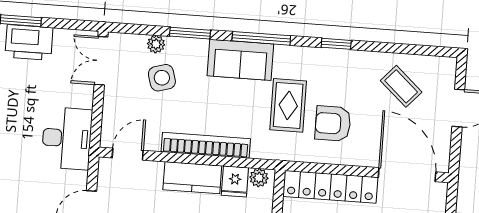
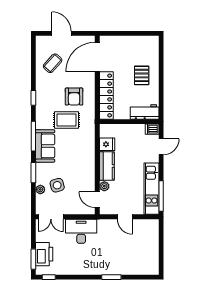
desk: (67, 138) -> (81, 231), moved
bookcase: (206, 145) -> (90, 160), removed
plant: (259, 178) -> (104, 186), moved

